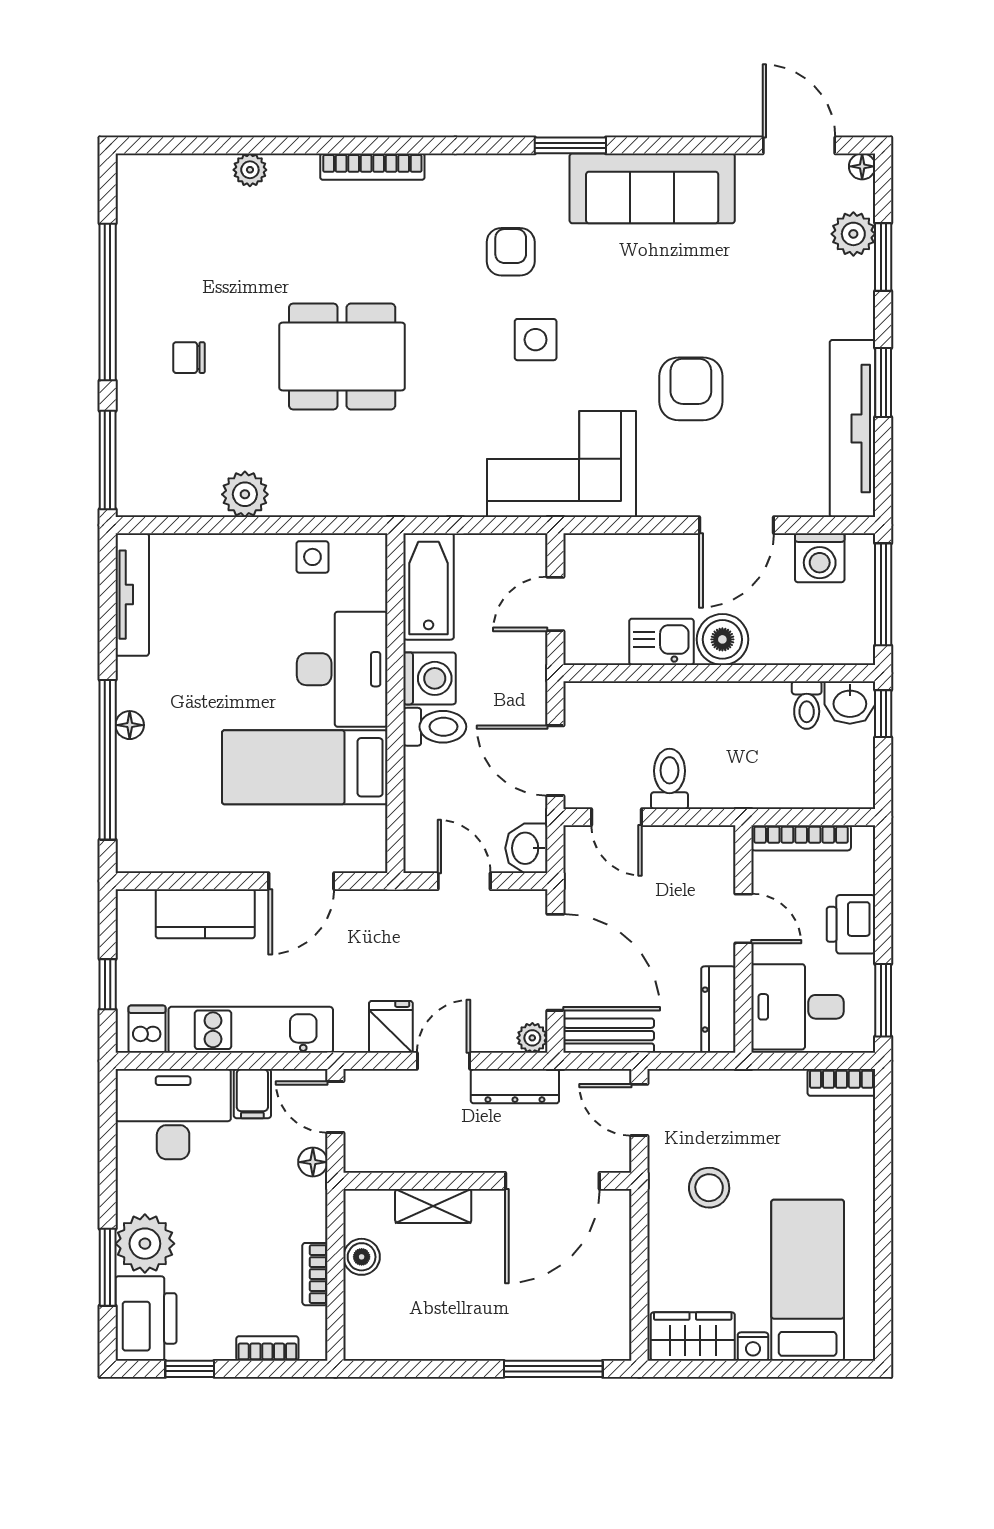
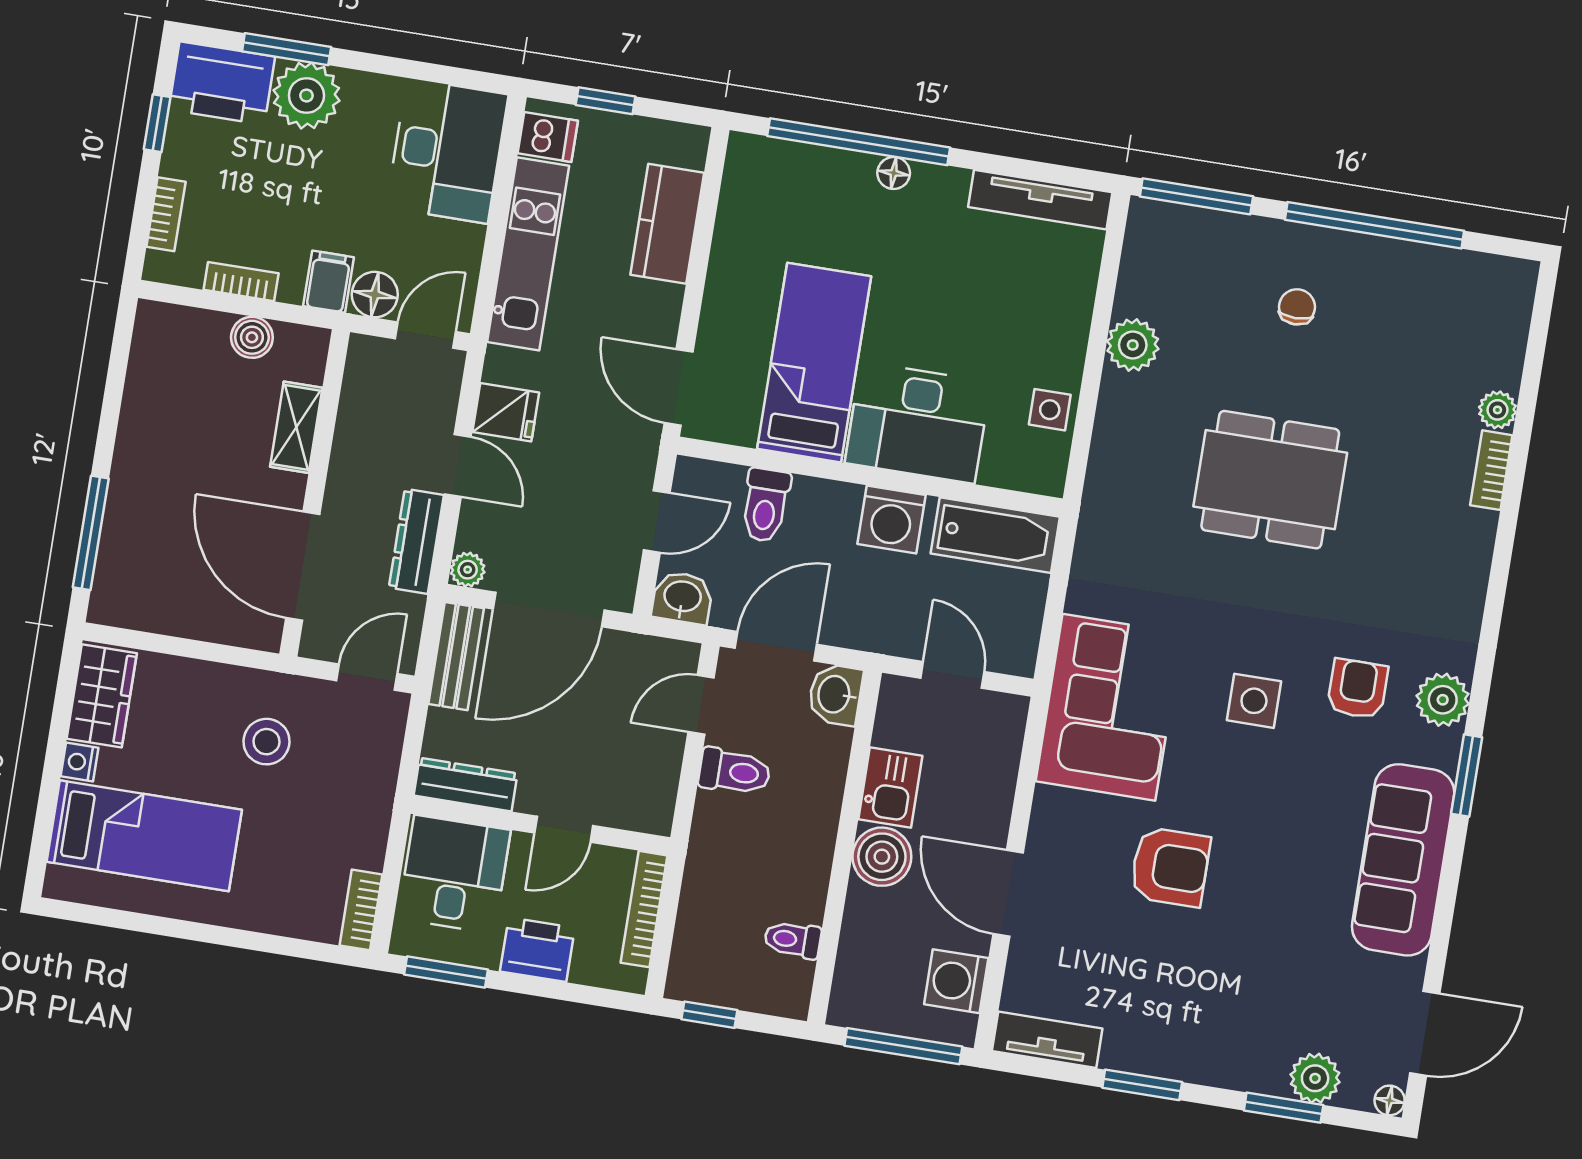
bookcase: (372, 167) -> (1491, 470), moved, width x0.64
plant: (508, 177) -> (1443, 700), added
armchair: (511, 252) -> (1358, 689), turned -90
dining table: (342, 356) -> (1270, 480), turned 90
tv unit: (853, 429) -> (1047, 1040), width x0.52, depth x0.78
washbasin: (850, 703) -> (835, 694), moved
window: (883, 714) -> (709, 1015), moved
toilet: (435, 727) -> (765, 505), moved
door: (301, 881) -> (679, 387), moved
filing cabinet: (252, 1094) -> (329, 282), moved, turned 90
floor lamp: (313, 1162) -> (375, 295), width x1.37, depth x1.37

